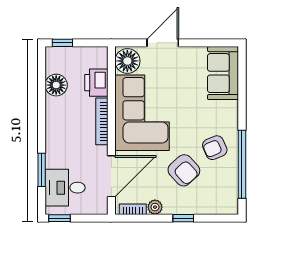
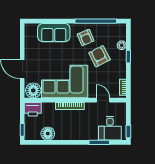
sofa: (223, 73) -> (54, 33), moved
printer: (96, 83) -> (33, 109), moved
armchair: (184, 170) -> (99, 56), turned -75
door: (111, 176) -> (103, 100), width x0.53
plant: (155, 207) -> (122, 45), moved

